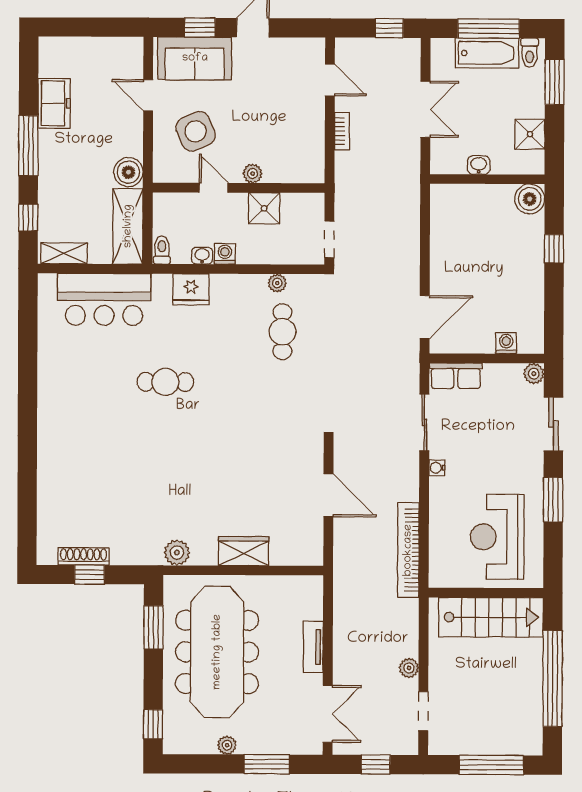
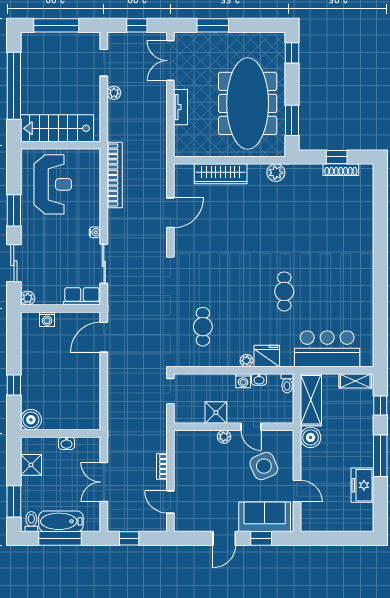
plant: (277, 283) -> (246, 361), moved
cafe table: (165, 382) -> (284, 291), turned 90
door: (328, 495) -> (170, 213), swing flipped
wardrobe: (244, 551) -> (221, 174), width x1.50
plant: (227, 745) -> (240, 39), removed

